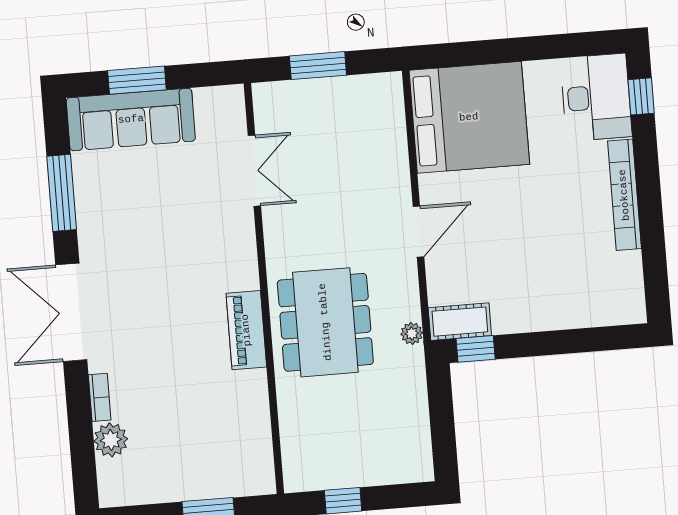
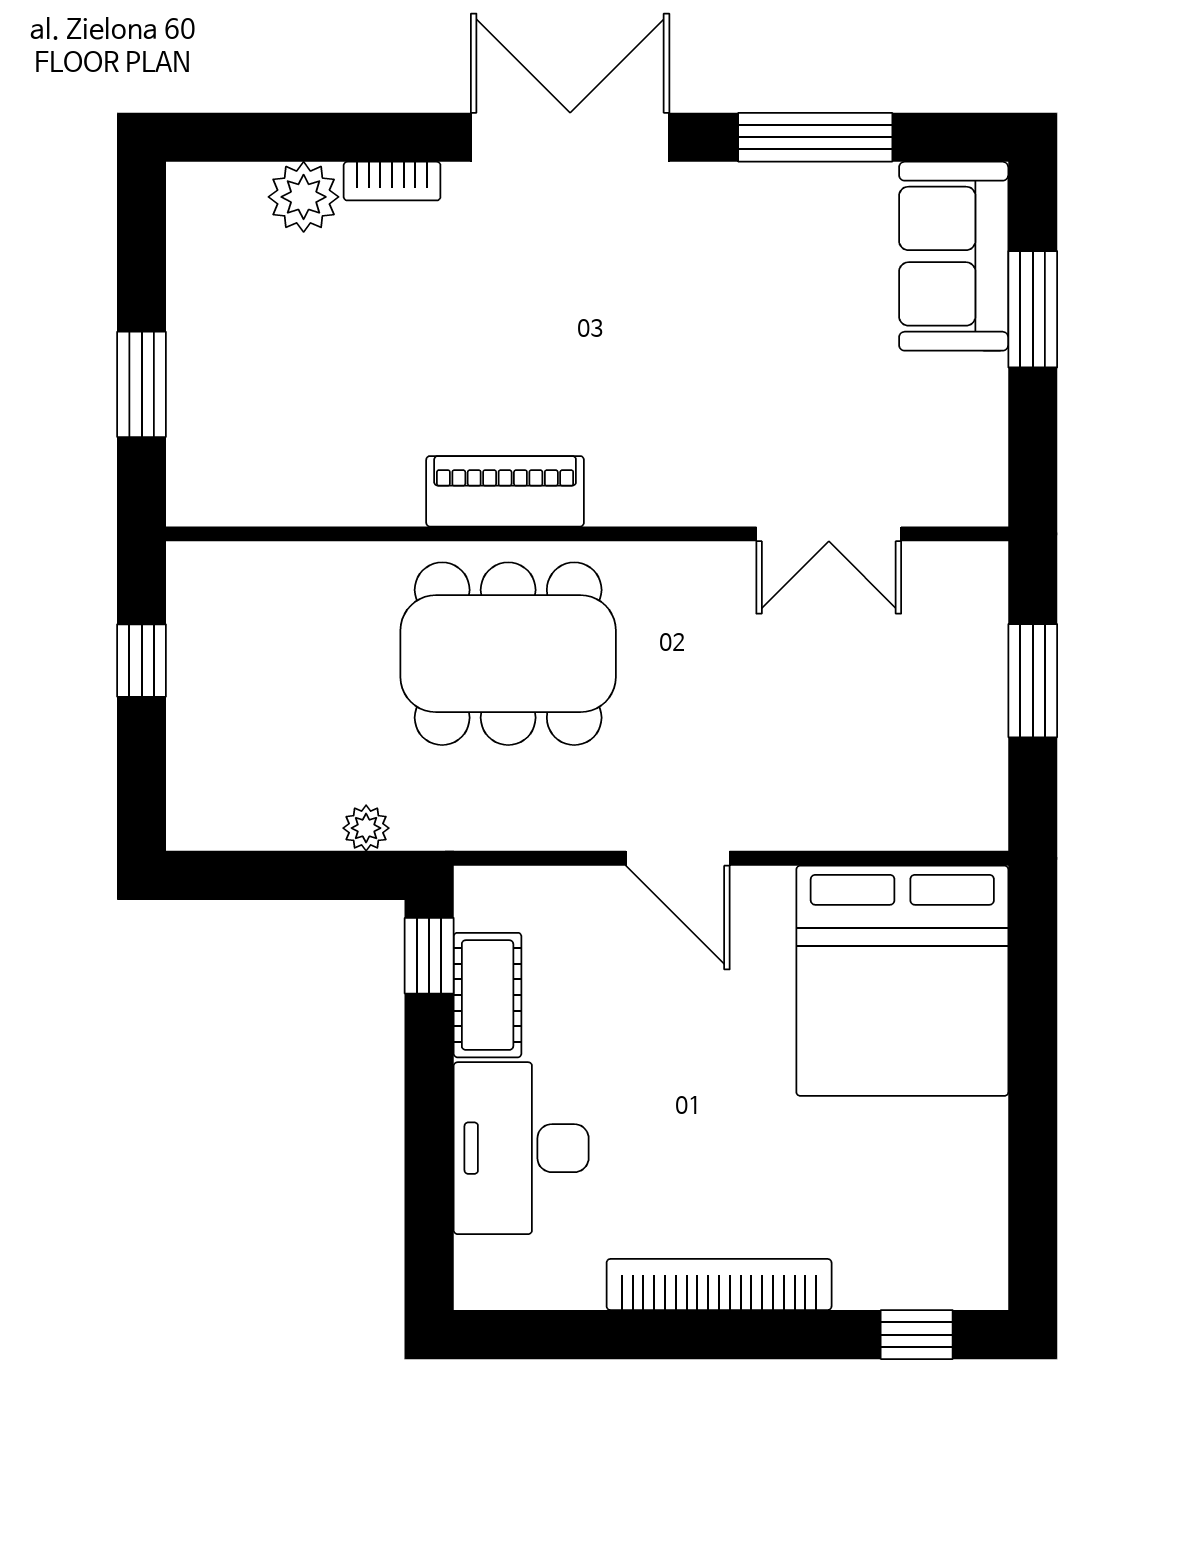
desk: (596, 97) -> (521, 1148), moved, turned 90
sofa: (131, 119) -> (954, 256), width x0.73
cot: (460, 322) -> (488, 995), moved
plant: (412, 333) -> (366, 828), moved

